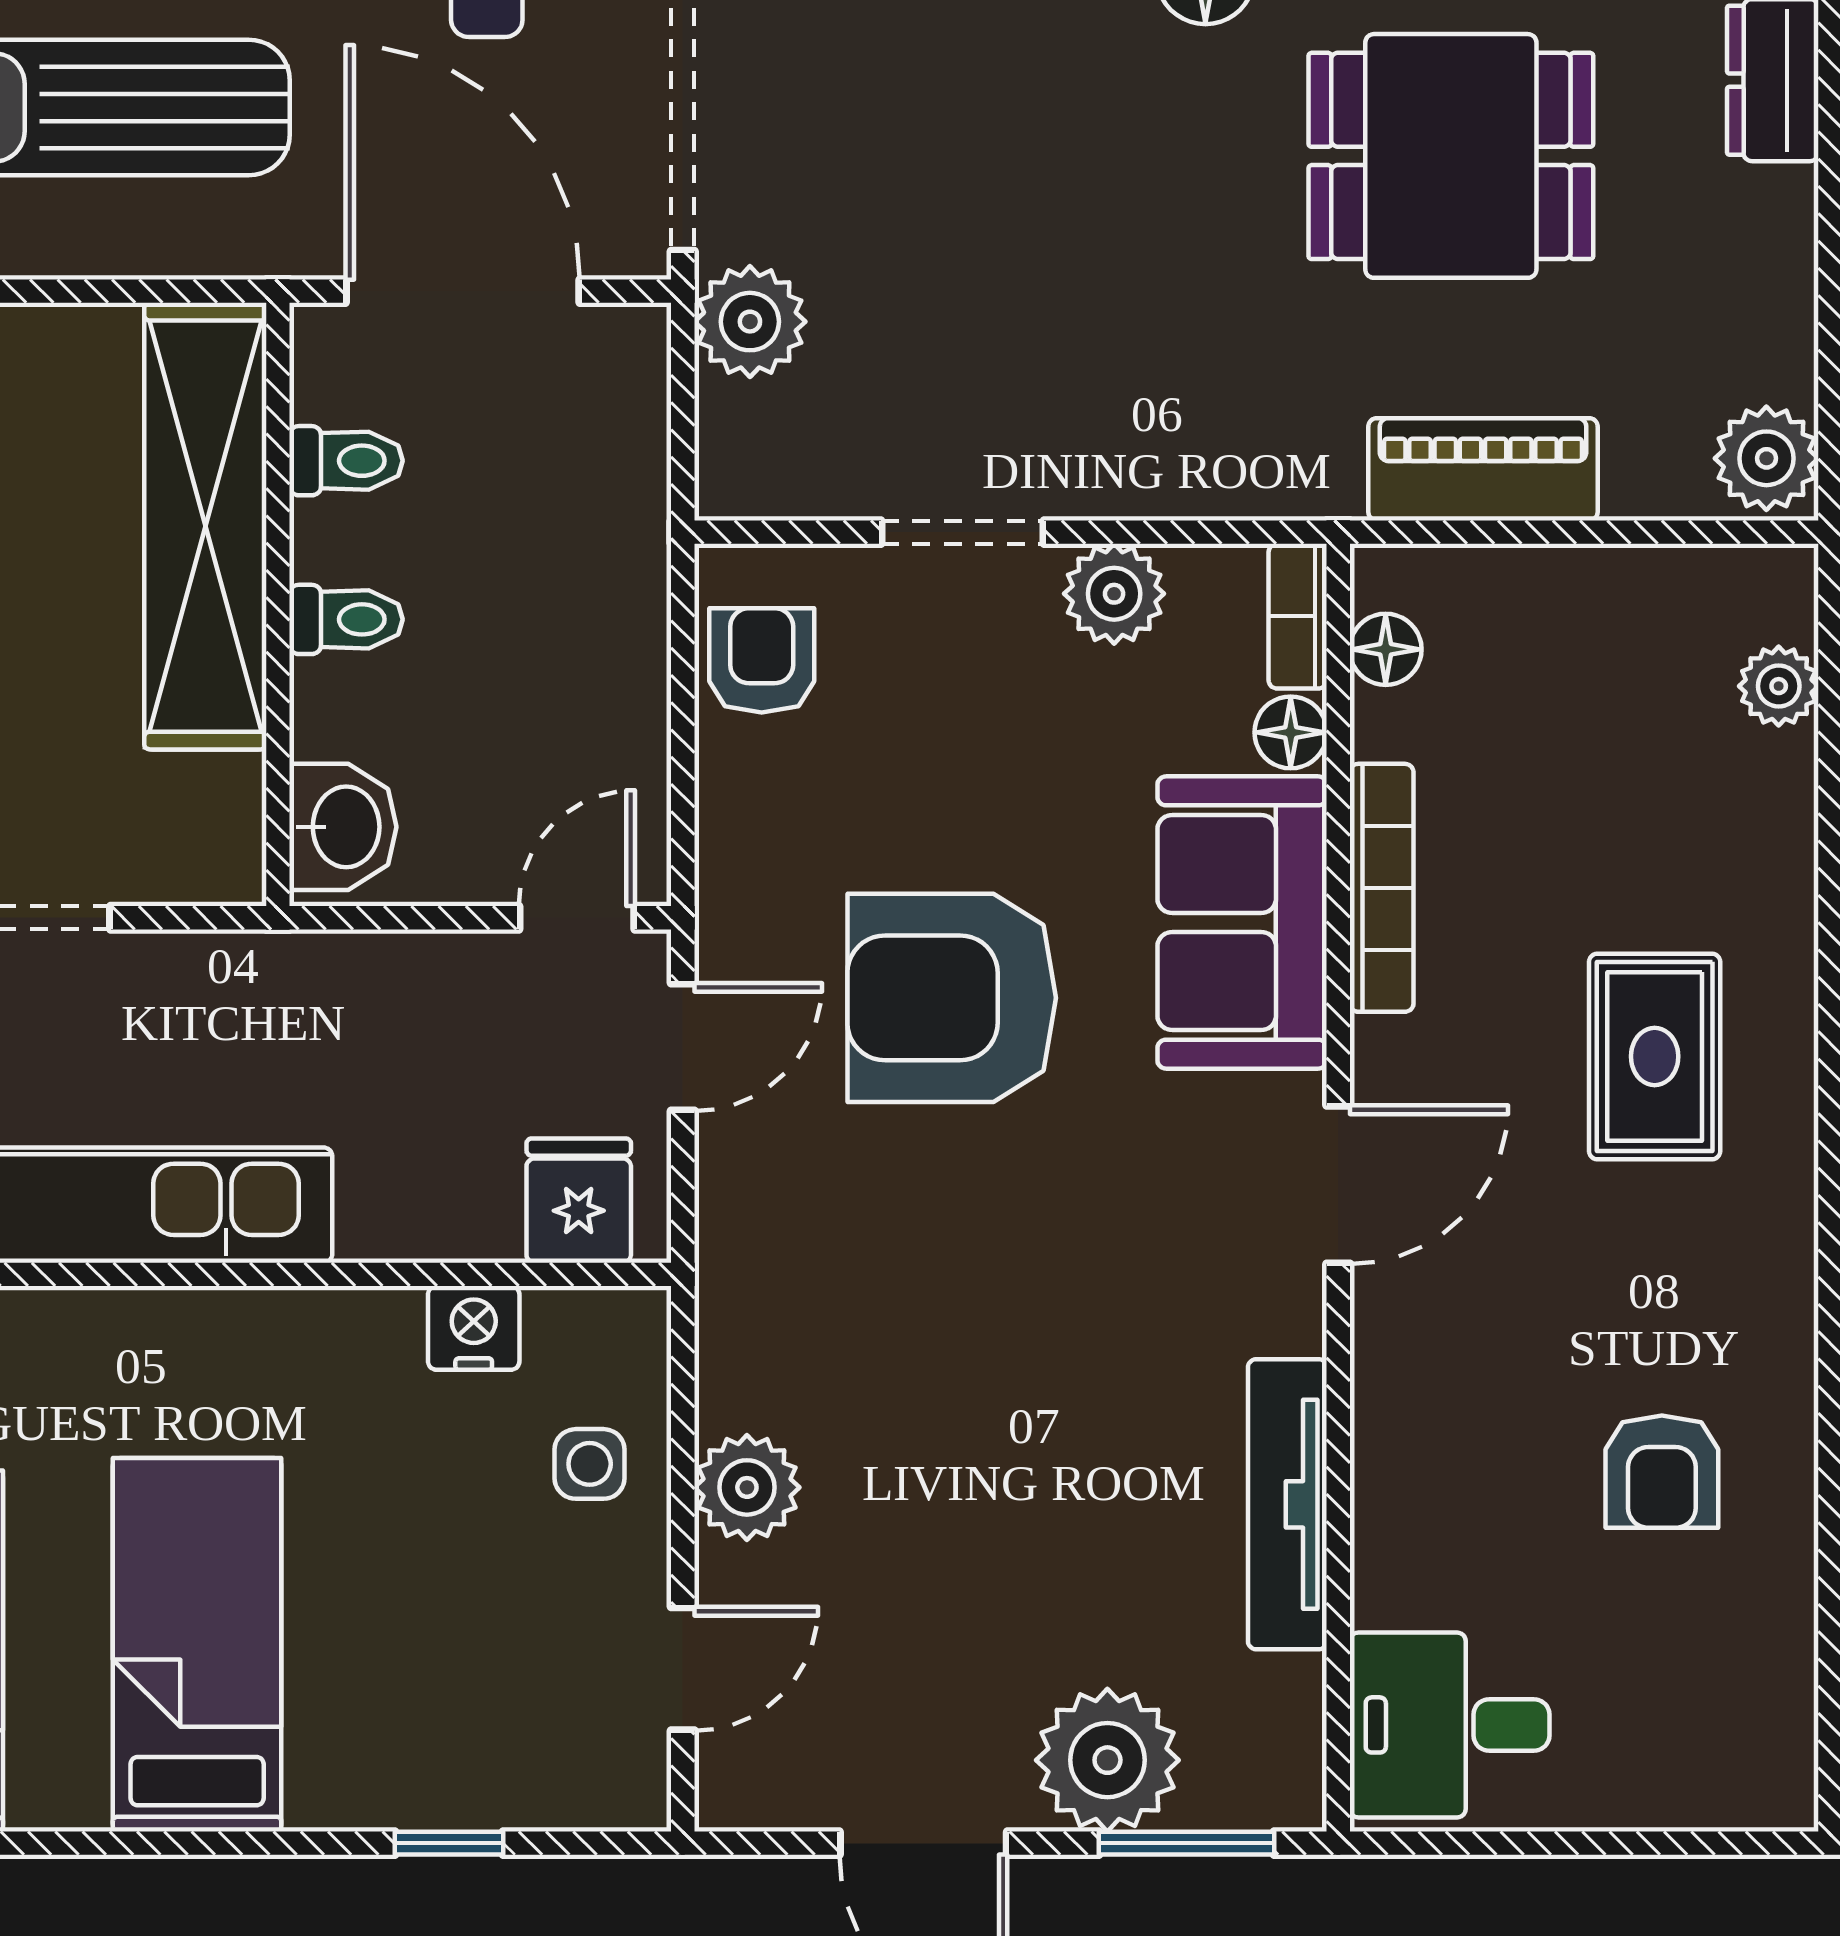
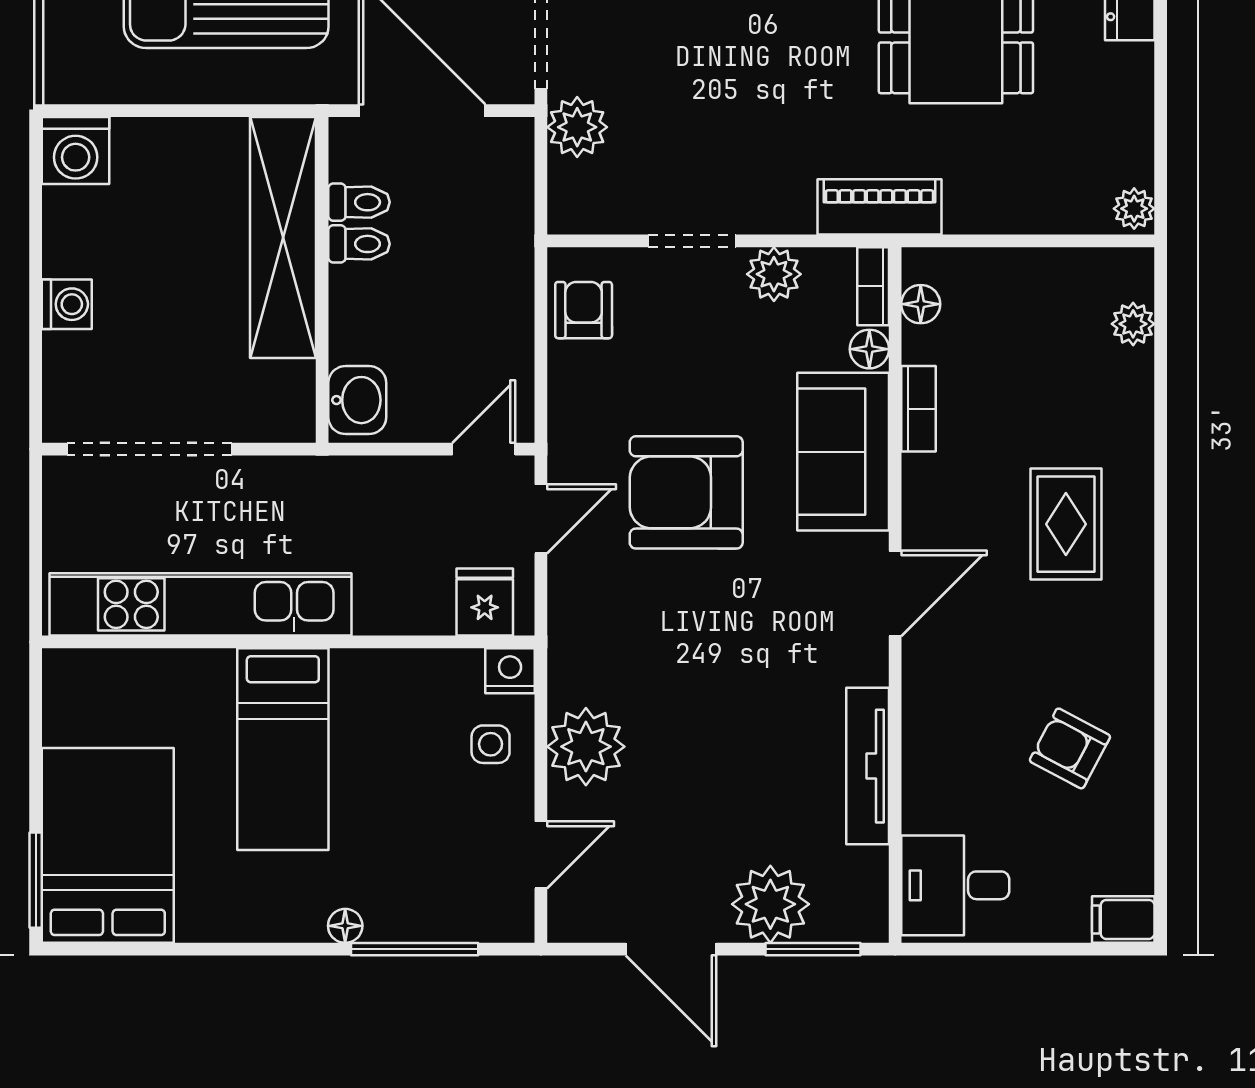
plant: (1766, 458) -> (1134, 209), width x0.73, depth x0.73
piano: (1483, 469) -> (880, 207), moved
toilet: (346, 619) -> (359, 244), moved
bookcase: (1382, 888) -> (918, 409), width x0.64
nightstand: (474, 1328) -> (510, 671), moved
armchair: (1662, 1472) -> (1070, 748), turned 118
plant: (747, 1487) -> (586, 747), width x1.36, depth x1.36
bed: (197, 1645) -> (283, 749), moved, turned 180
filing cabinet: (1761, 1788) -> (1123, 919), added
floor lamp: (321, 1800) -> (345, 926), added
window: (449, 1843) -> (415, 949), width x2.17

